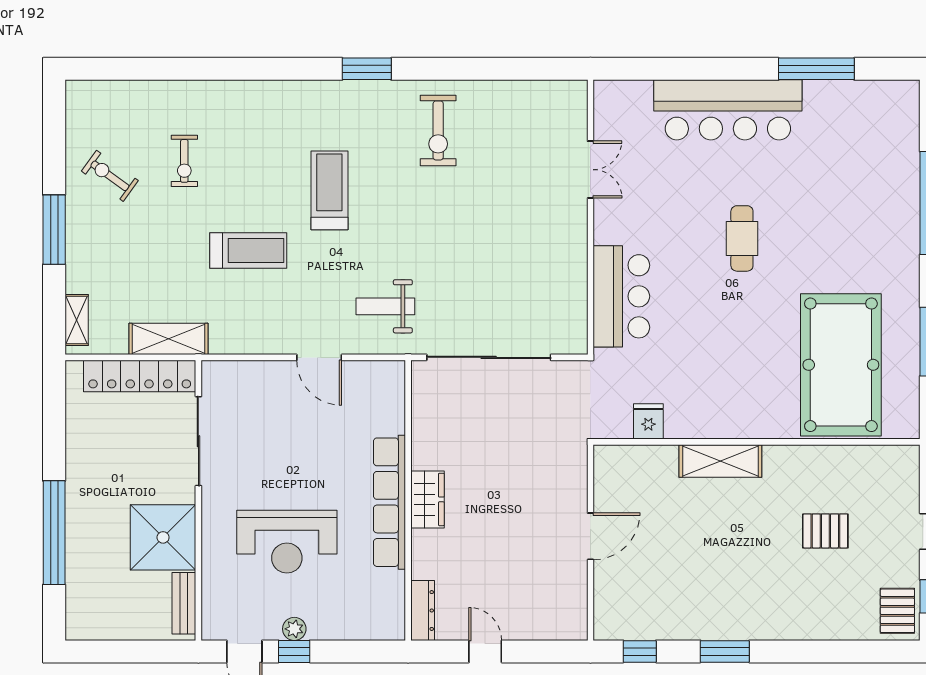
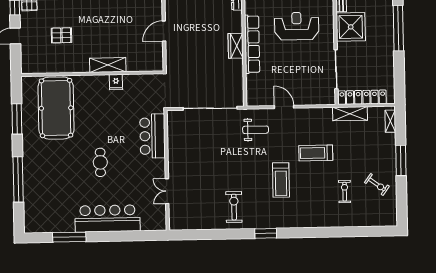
fridge: (648, 421) -> (116, 82), moved

